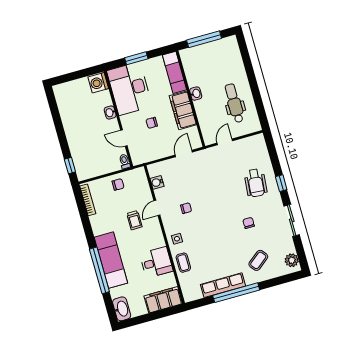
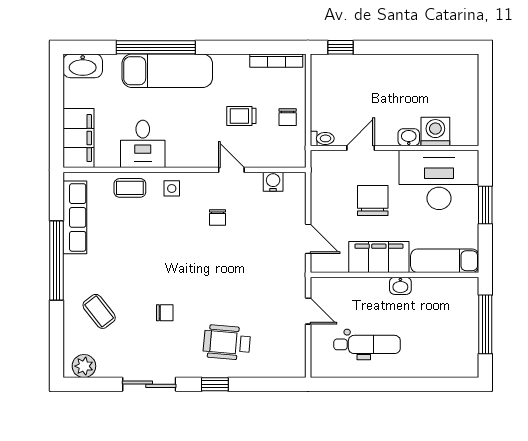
washing machine: (98, 83) -> (435, 131), moved
chair: (152, 123) -> (373, 200), width x1.87, depth x1.87
trolley: (134, 220) -> (241, 116), moved
row of seats: (223, 285) -> (75, 217), moved

